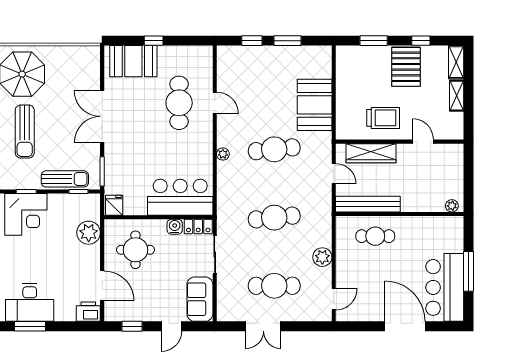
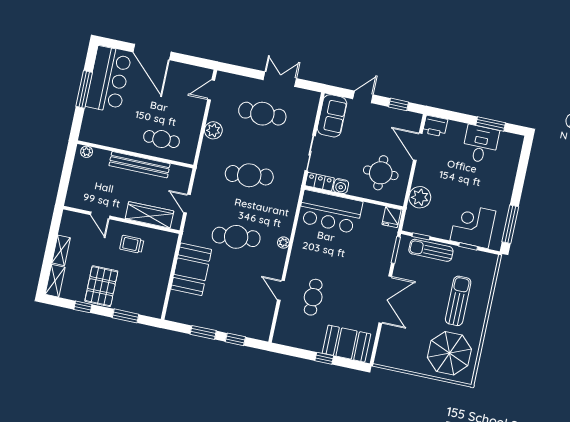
cafe table: (179, 103) -> (313, 297), width x0.73, depth x0.74
trolley: (383, 118) -> (132, 244), width x0.73, depth x0.72
bench: (368, 204) -> (140, 165), moved
desk: (30, 303) -> (480, 144), width x0.73

